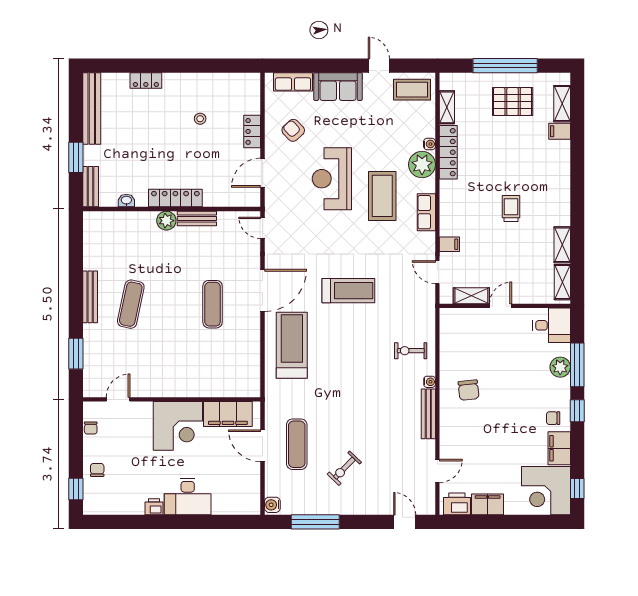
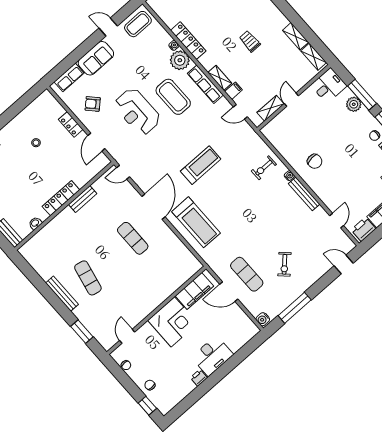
shelving: (447, 107) -> (220, 78), moved
row of seats: (426, 212) -> (205, 84), width x1.48
plant: (166, 221) -> (67, 215), removed
treadmill: (292, 345) -> (196, 222), turned 180

